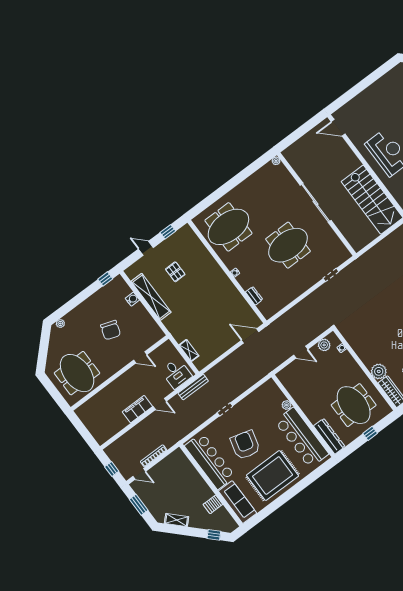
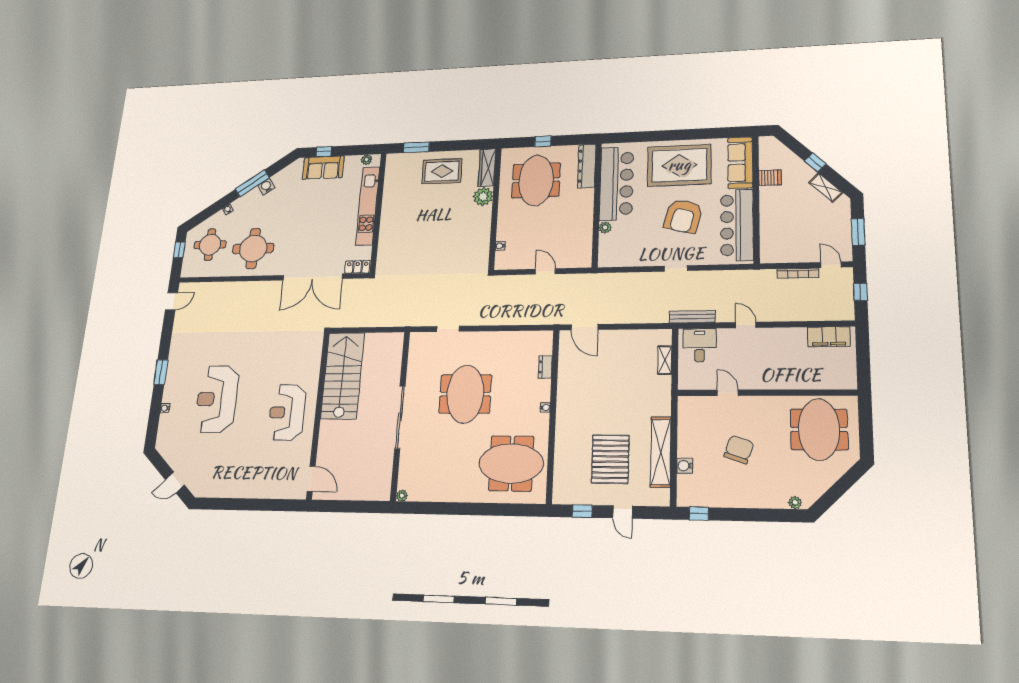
meeting table: (288, 245) -> (465, 394), turned 90
pallet: (175, 272) -> (610, 459), width x2.05, depth x2.00
plant: (324, 345) -> (515, 262), removed
filing cabinet: (137, 409) -> (829, 337), moved
window: (214, 535) -> (815, 162), moved

